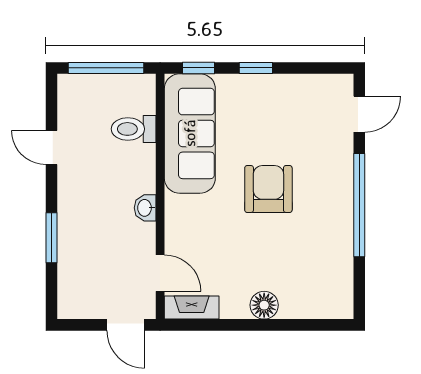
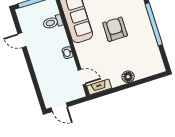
window: (51, 238) -> (33, 77), removed
door: (126, 325) -> (59, 107), moved

